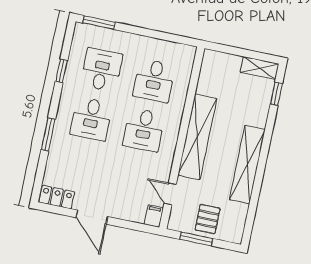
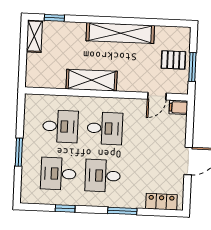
window: (99, 23) -> (19, 152), moved
desk: (91, 119) -> (103, 176), turned 180
shelving: (197, 137) -> (92, 80), width x0.68
locker: (57, 197) -> (161, 202), moved, turned 90

